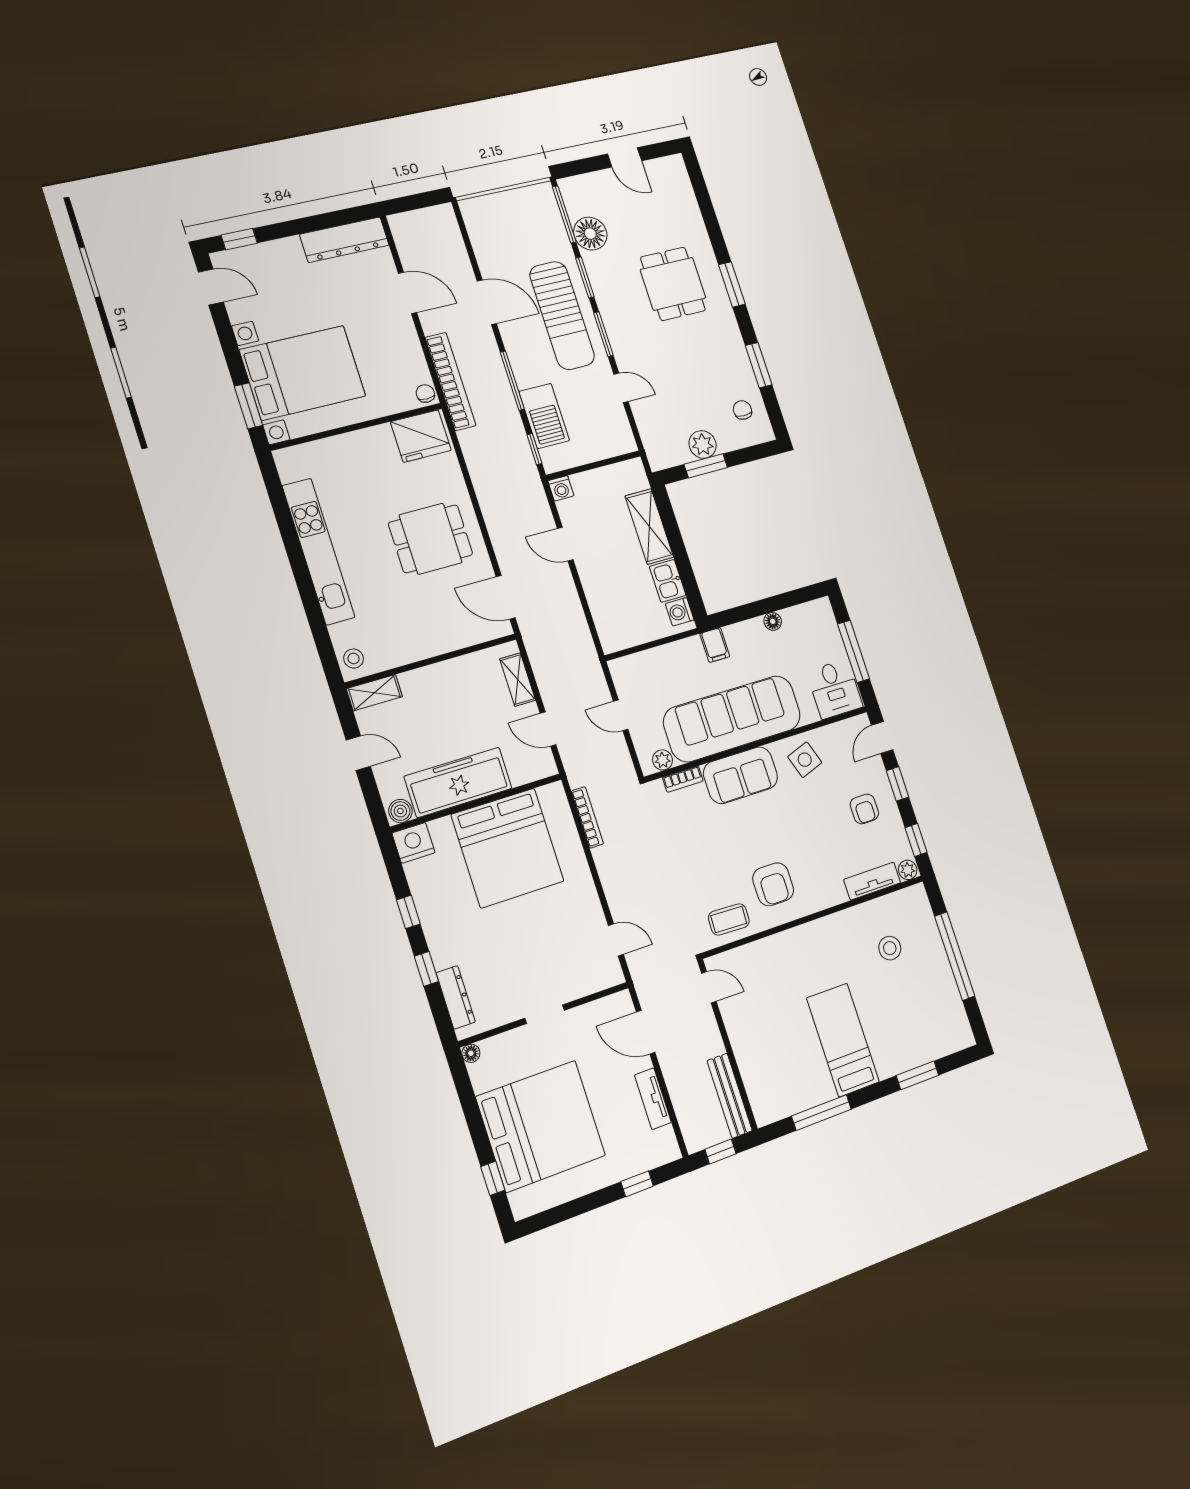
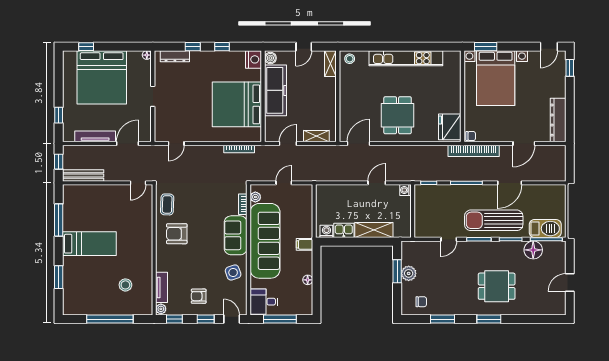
barbecue: (544, 416) -> (545, 229), moved, turned 180
tv unit: (653, 1099) -> (95, 136), width x1.41

